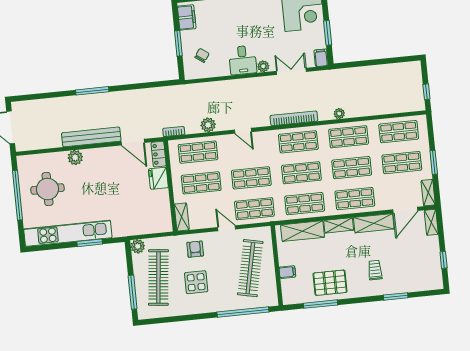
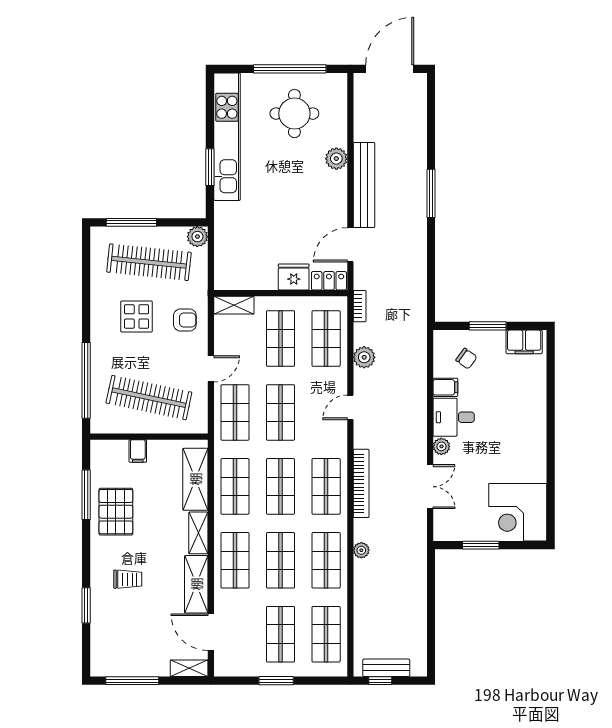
filing cabinet: (321, 58) -> (445, 387), moved
bench: (417, 89) -> (386, 668), added
shelving: (428, 193) -> (233, 668), removed
window: (444, 260) -> (132, 681), width x2.17

